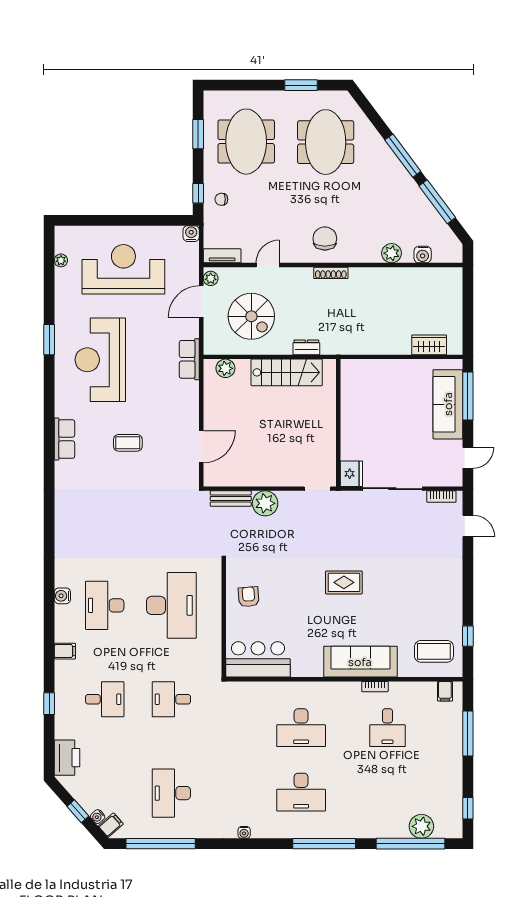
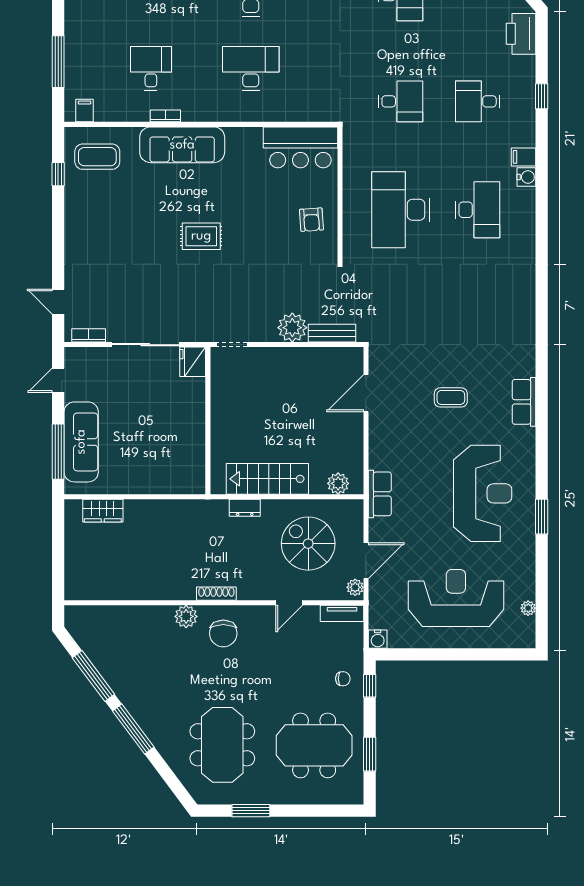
meeting table: (246, 142) -> (314, 745), turned 90
plant: (392, 253) -> (186, 616), moved
water cooler: (423, 255) -> (110, 615), removed
reception desk: (123, 269) -> (456, 598), turned 180
water cooler: (62, 596) -> (526, 177), moved

